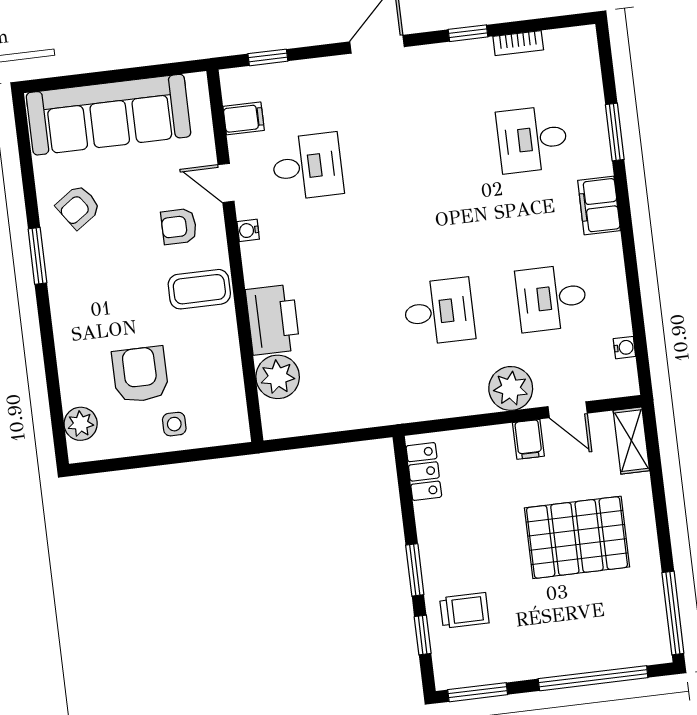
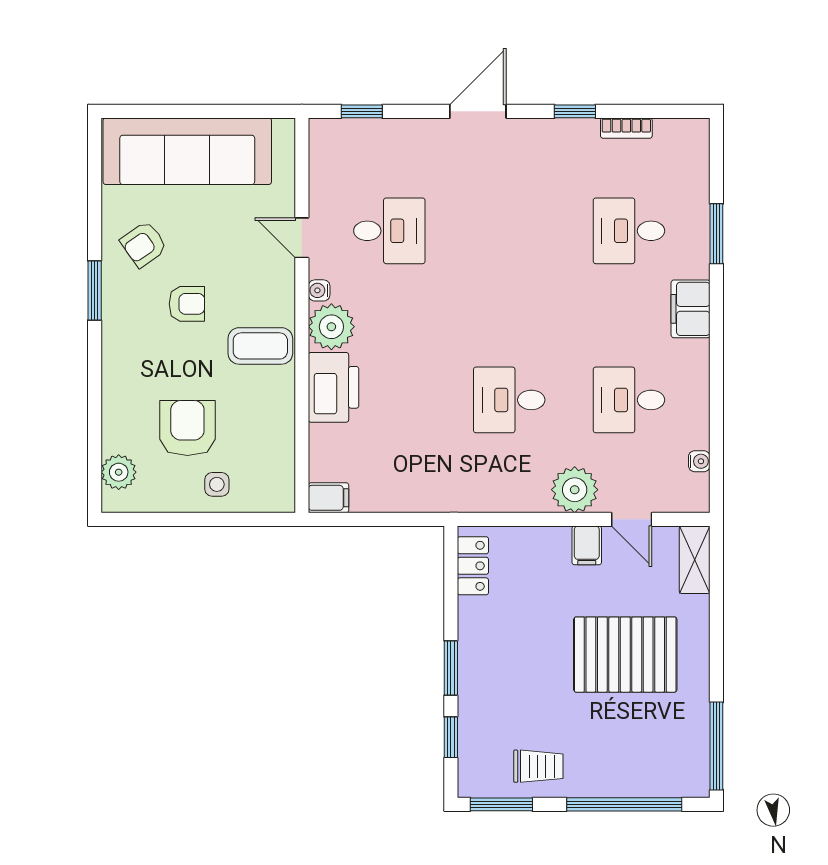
filing cabinet: (244, 118) -> (329, 498), moved
armchair: (179, 227) -> (187, 304), moved, turned 180
desk: (439, 312) -> (509, 400), turned 180
plant: (278, 377) -> (331, 327), moved
trolley: (464, 610) -> (538, 766), moved

